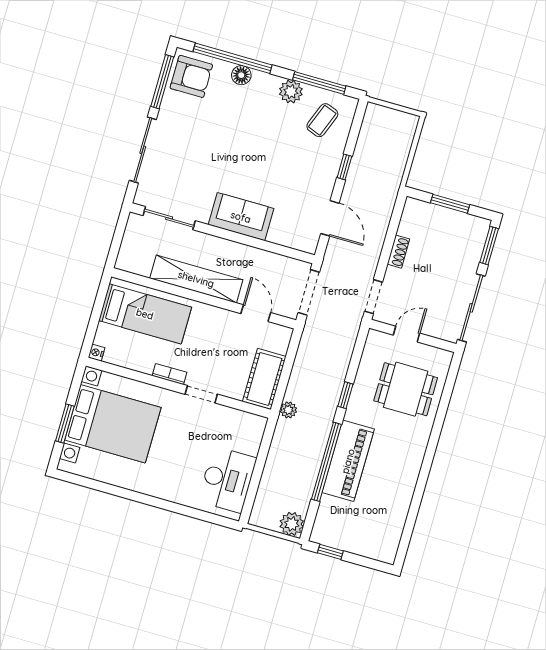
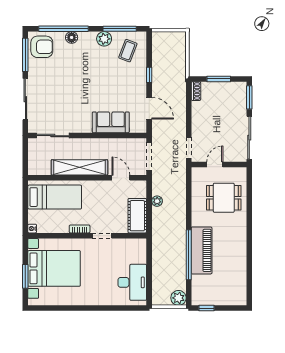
sofa: (241, 217) -> (111, 122), moved
shoe rack: (398, 252) -> (196, 91), moved
window: (345, 395) -> (189, 212), removed
plant: (288, 410) -> (157, 201), moved

